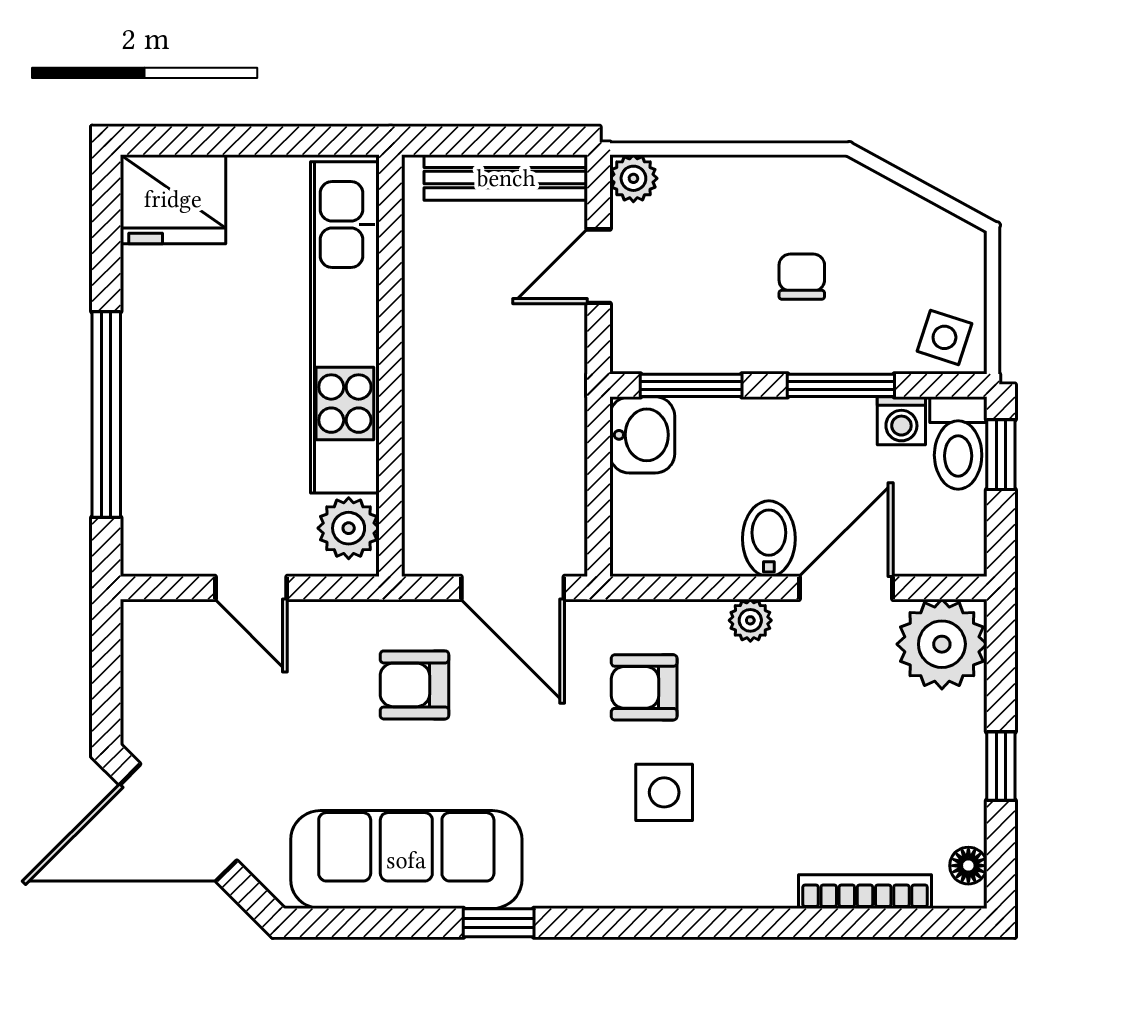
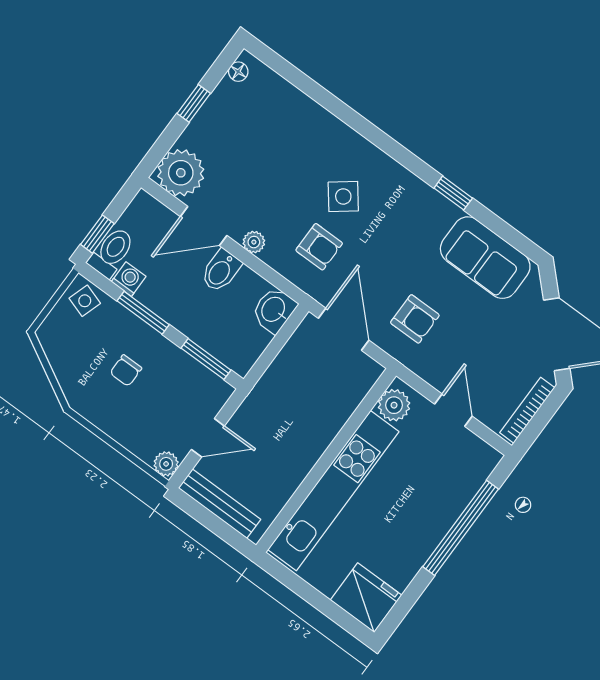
washbasin: (642, 435) -> (274, 310), moved
side table: (664, 792) -> (343, 196), turned -38
sofa: (406, 860) -> (485, 258), width x0.73
bookcase: (865, 892) -> (527, 410), moved, turned 90

